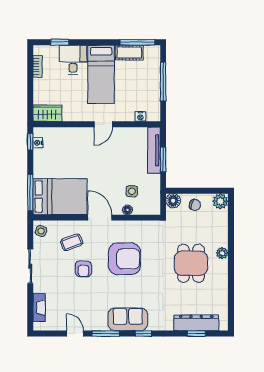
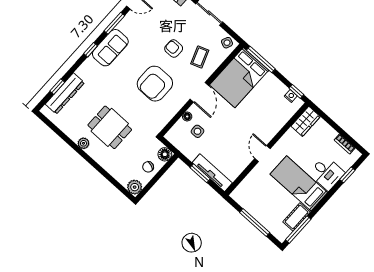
nightstand: (140, 117) -> (244, 185), removed
door: (100, 218) -> (199, 92), hinge flipped
plant: (222, 253) -> (83, 143), moved

